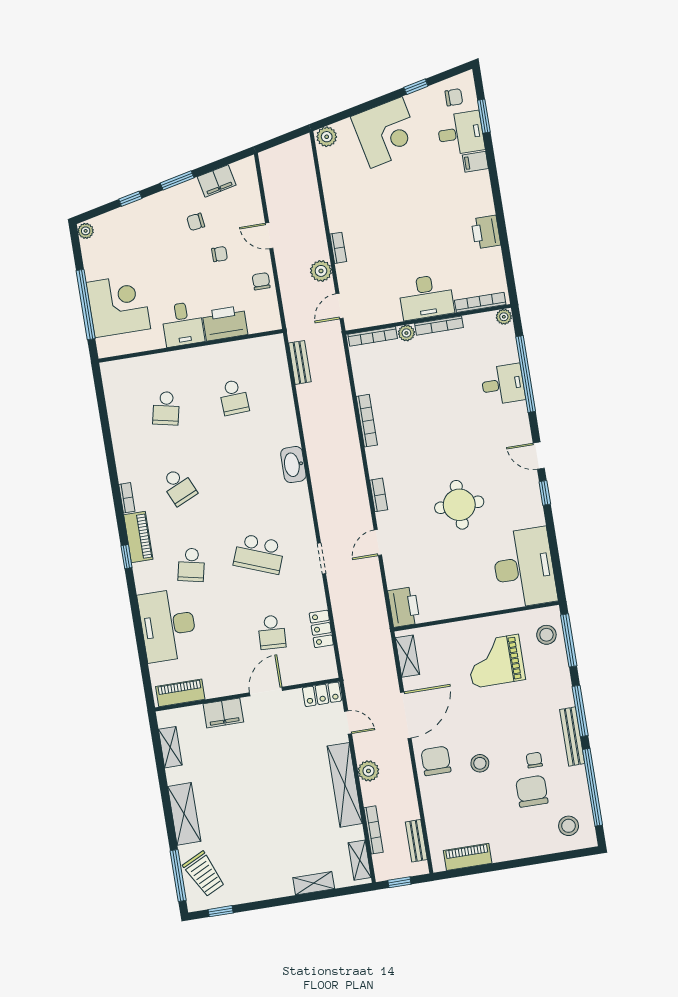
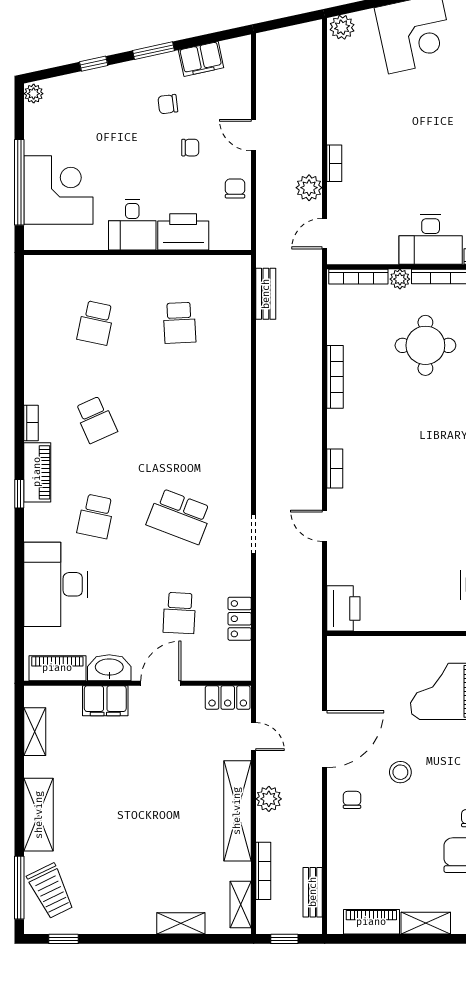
washbasin: (293, 465) -> (109, 668), moved, turned 90
round table: (459, 505) -> (425, 345), moved
door: (378, 543) -> (325, 526), hinge flipped
shelving: (407, 656) -> (426, 923), moved, turned 90
chair: (436, 761) -> (352, 800), width x0.54, depth x0.54
stool: (480, 763) -> (400, 772), moved

